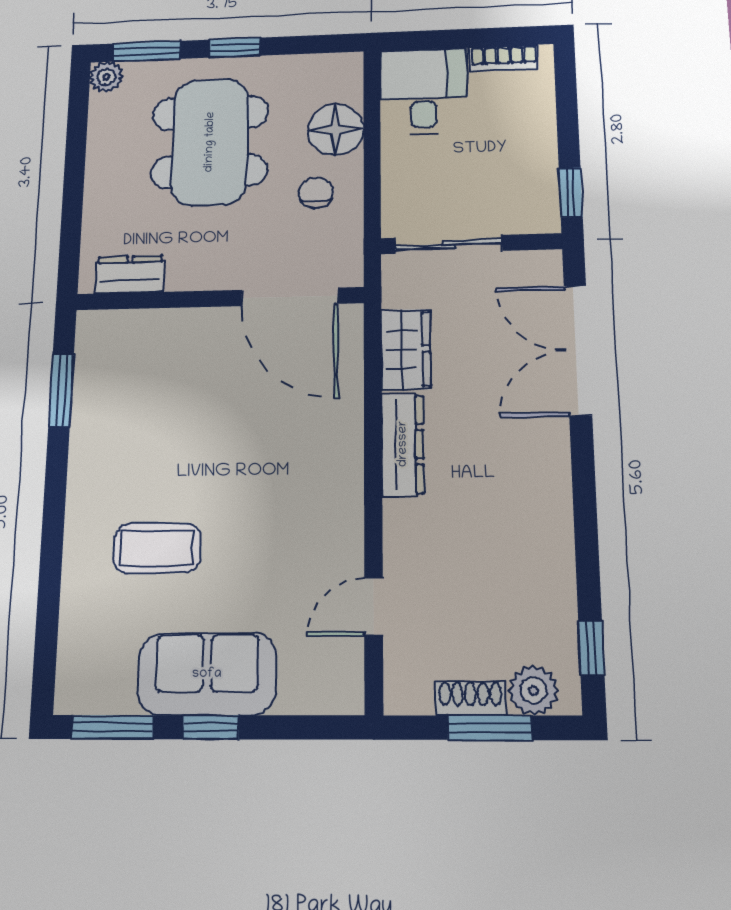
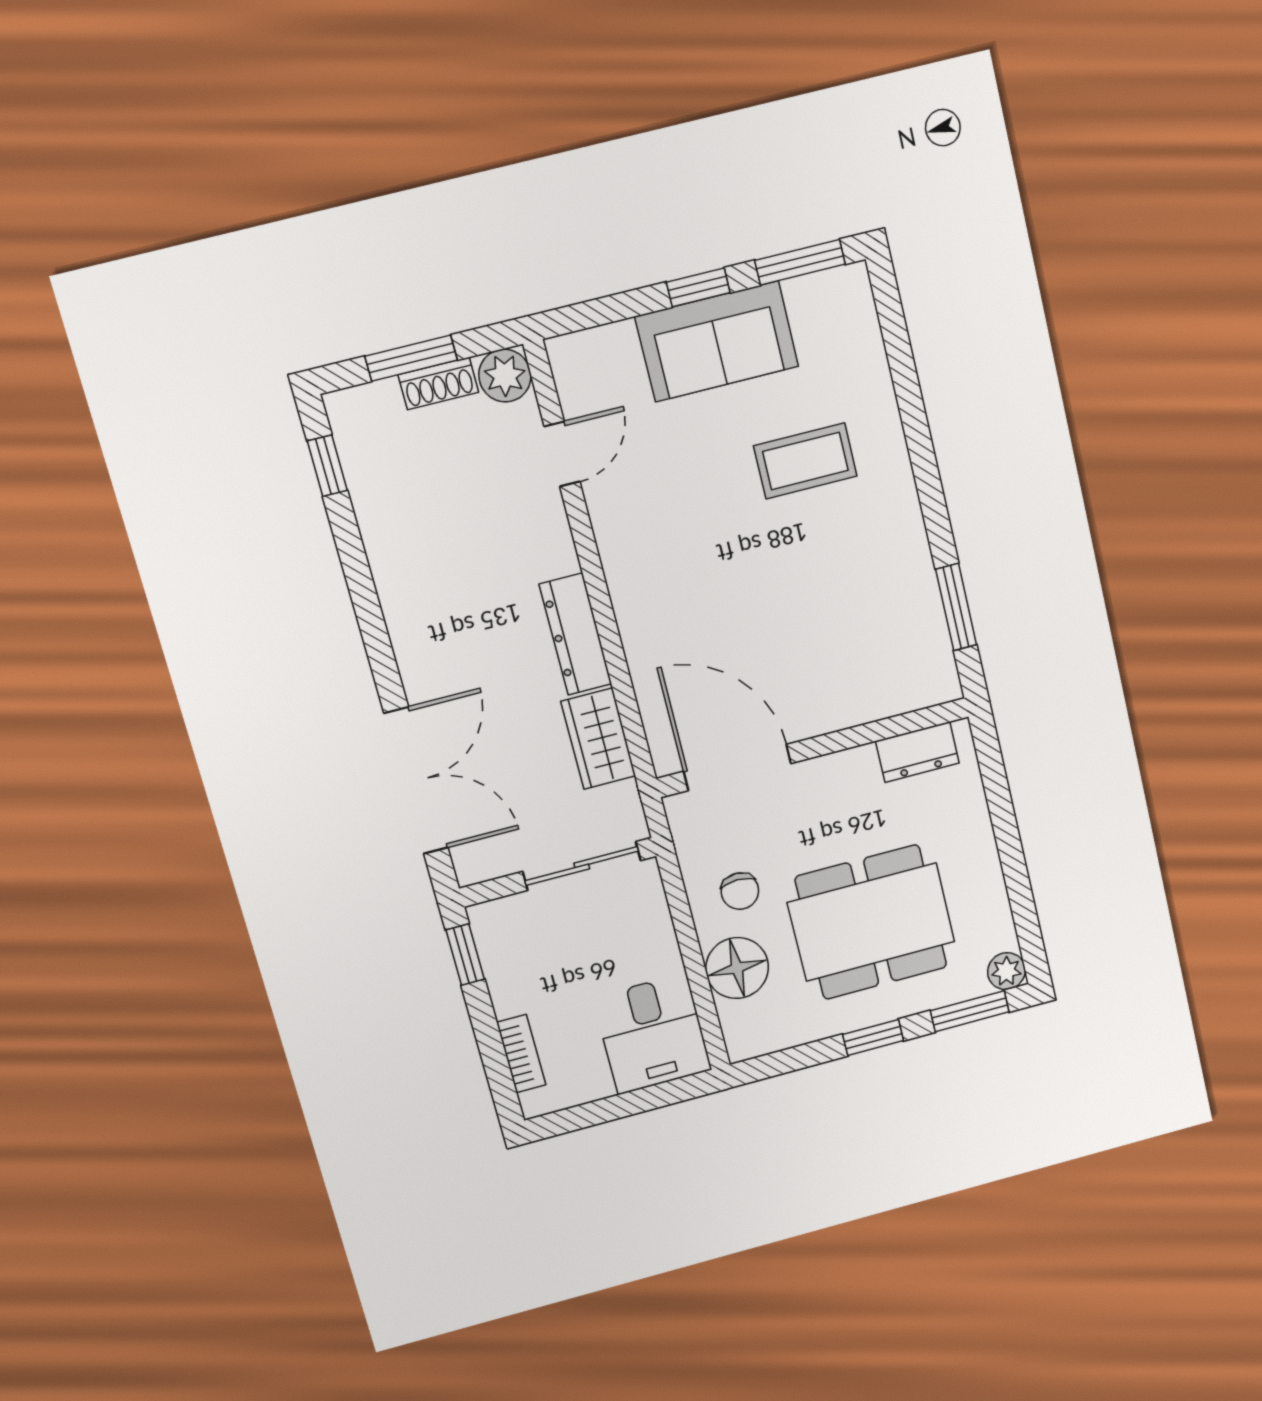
bookcase: (504, 58) -> (521, 1054), moved, turned 90
dining table: (210, 142) -> (871, 922), turned 90
plant: (533, 690) -> (505, 376), moved

